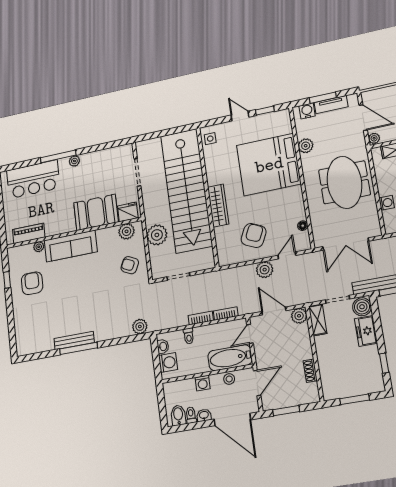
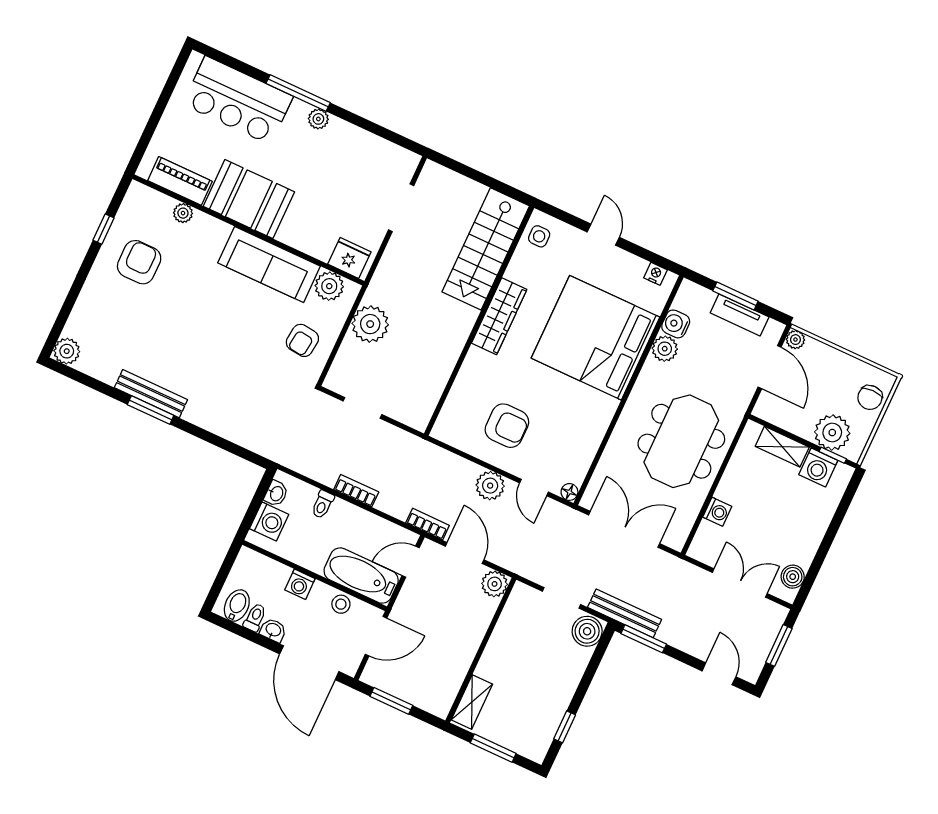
window: (265, 111) -> (643, 253), removed
water cooler: (307, 111) -> (676, 324), moved, turned -90
nightstand: (277, 115) -> (655, 274), added
plant: (374, 138) -> (795, 340), moved
stairs: (186, 190) -> (486, 249), width x0.54, depth x0.66
wardrobe: (218, 206) -> (499, 316), moved
booth: (96, 212) -> (249, 199), moved
floor lamp: (303, 226) -> (569, 492), moved
armchair: (254, 236) -> (507, 426), turned 65
double door: (346, 244) -> (624, 529), swing flipped
sofa: (71, 246) -> (269, 265), moved
door: (287, 255) -> (534, 487), swing flipped
armchair: (130, 265) -> (302, 340), turned -109
bookcase: (226, 314) -> (428, 524), moved
shelving: (318, 320) -> (472, 702), moved
plant: (140, 327) -> (67, 351), moved
freezer: (366, 331) -> (570, 668), removed
window: (79, 348) -> (151, 410), width x0.69
shoe rack: (310, 371) -> (460, 669), removed

